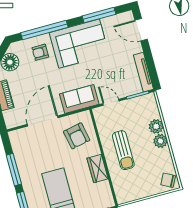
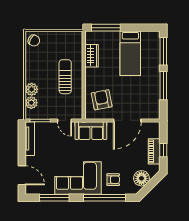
plant: (160, 141) -> (31, 103), moved
wardrobe: (98, 168) -> (91, 56), moved

